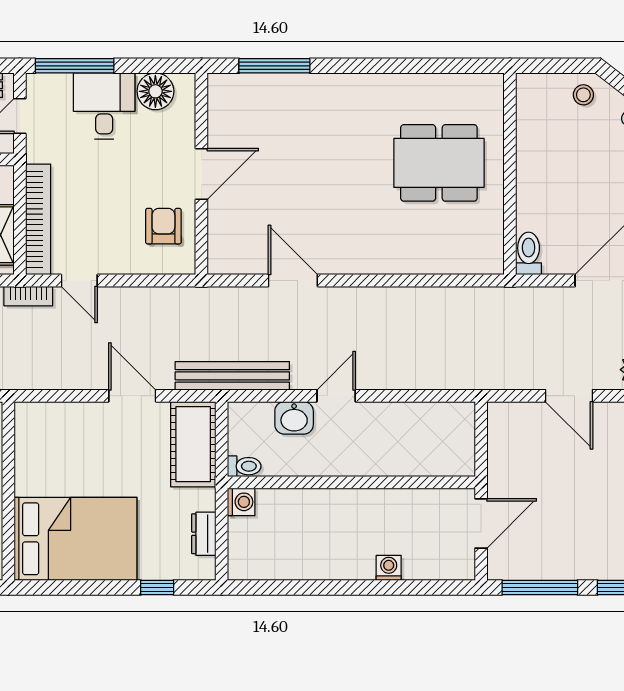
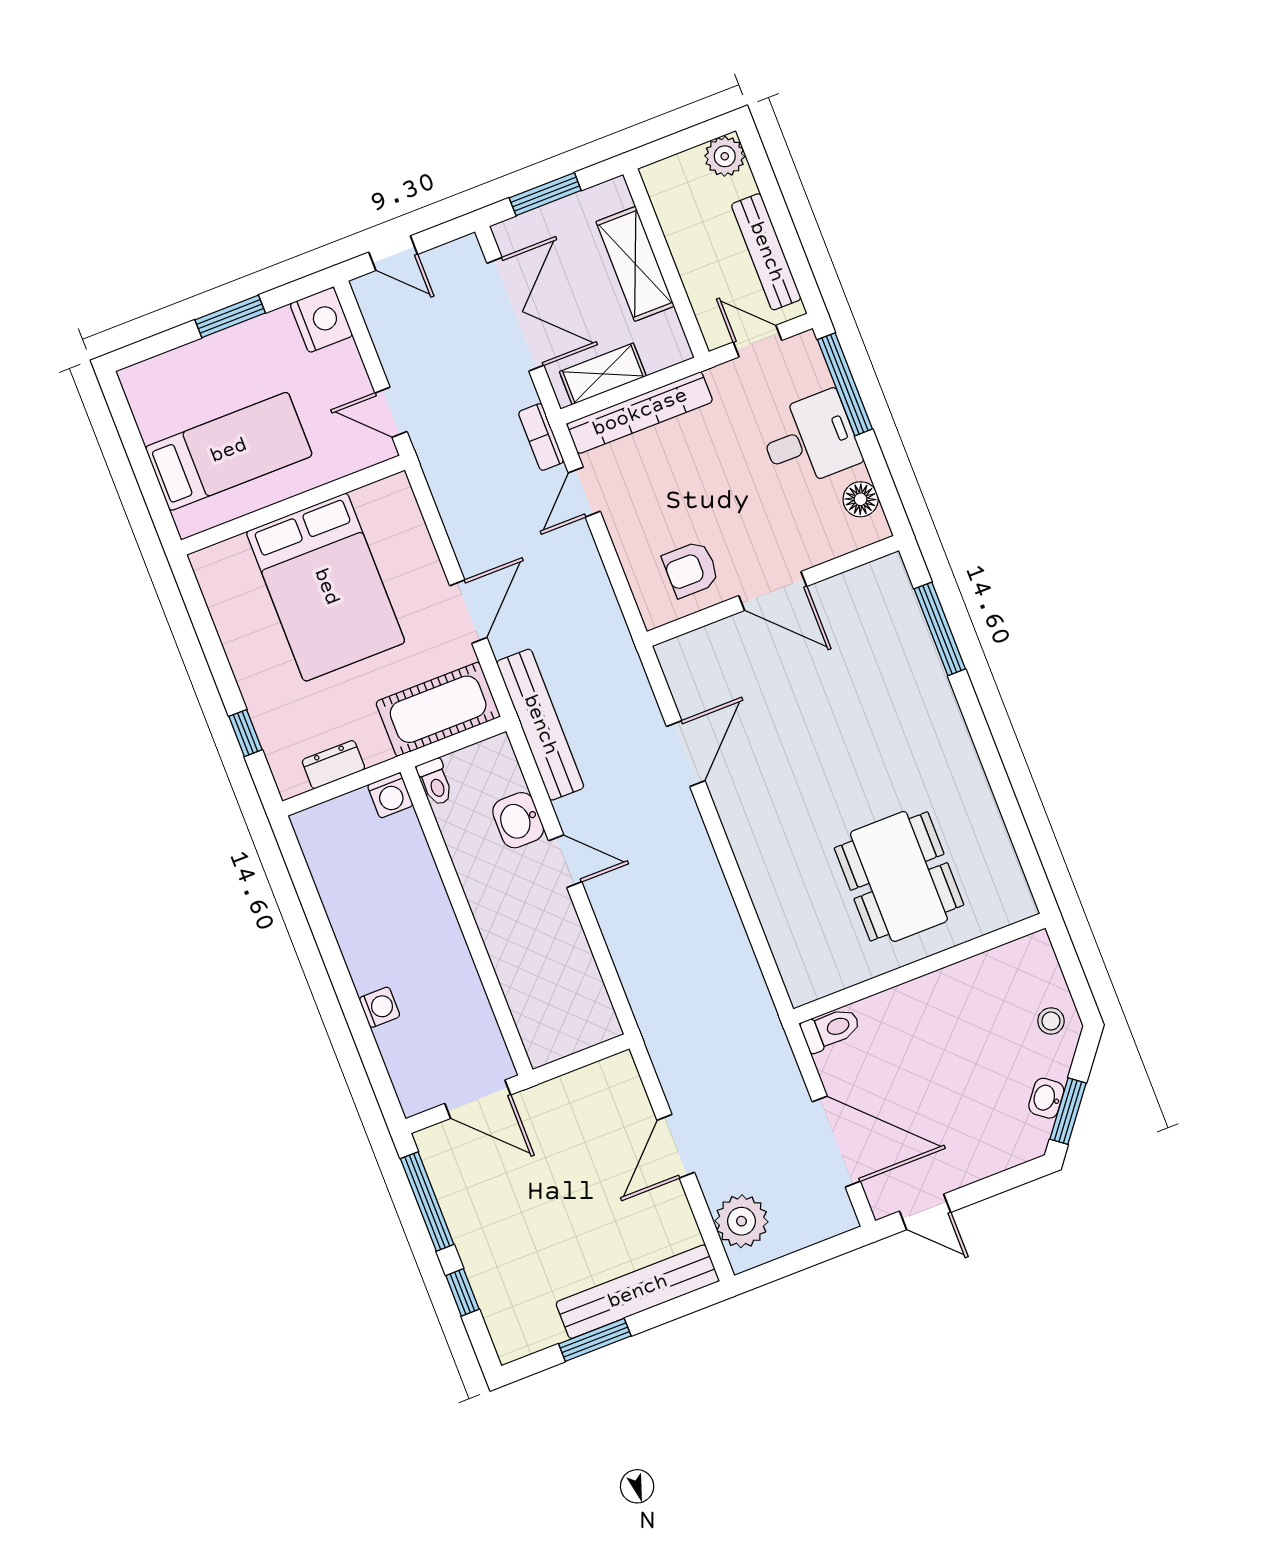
floor lamp: (155, 91) -> (861, 499), width x0.73, depth x0.73
armchair: (163, 226) -> (691, 569), turned 180
bed: (76, 539) -> (326, 587), moved

